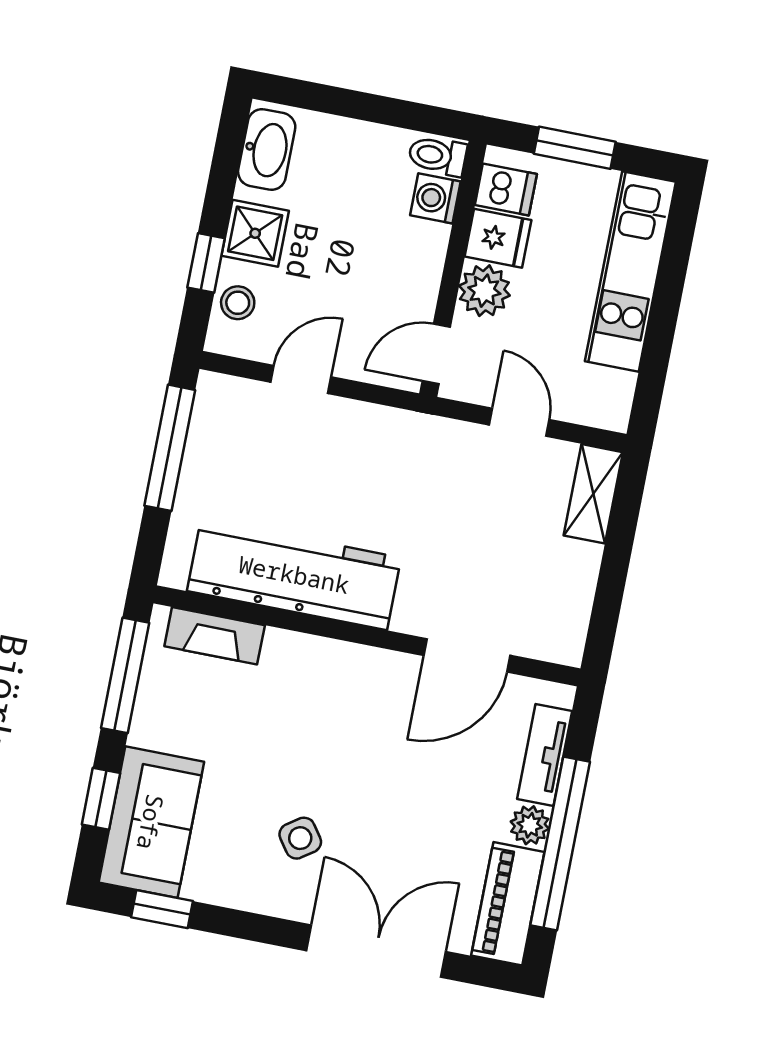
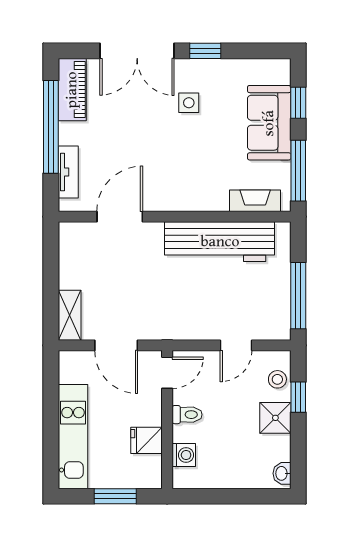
washbasin: (267, 150) -> (282, 473), width x0.52, depth x0.69
toilet: (438, 156) -> (187, 415), moved
dishwasher: (506, 189) -> (147, 467), removed
plant: (484, 291) -> (148, 411), removed
door: (519, 422) -> (116, 345), width x1.38
sofa: (151, 822) -> (269, 123), moved
plant: (530, 825) -> (69, 133), removed
side table: (300, 838) -> (189, 103), turned 35
window: (162, 909) -> (205, 51), moved

